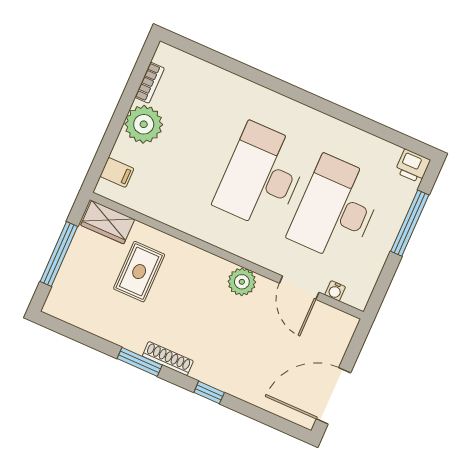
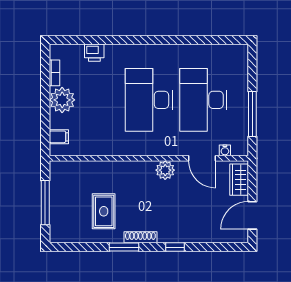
printer: (413, 166) -> (94, 53), moved
wardrobe: (108, 222) -> (239, 180), moved, turned 90
window: (410, 223) -> (252, 114), moved
rug: (139, 272) -> (104, 211), moved
door: (333, 396) -> (252, 215), width x0.73

